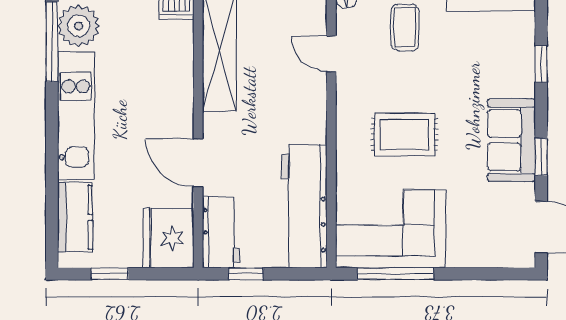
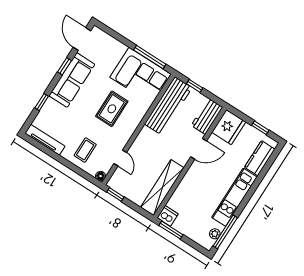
plant: (79, 26) -> (215, 234), width x0.53, depth x0.53
rug: (404, 134) -> (112, 109), turned 90
sofa: (511, 140) -> (72, 80), width x1.36
door: (198, 163) -> (199, 149), hinge flipped
window: (246, 274) -> (195, 86), moved

